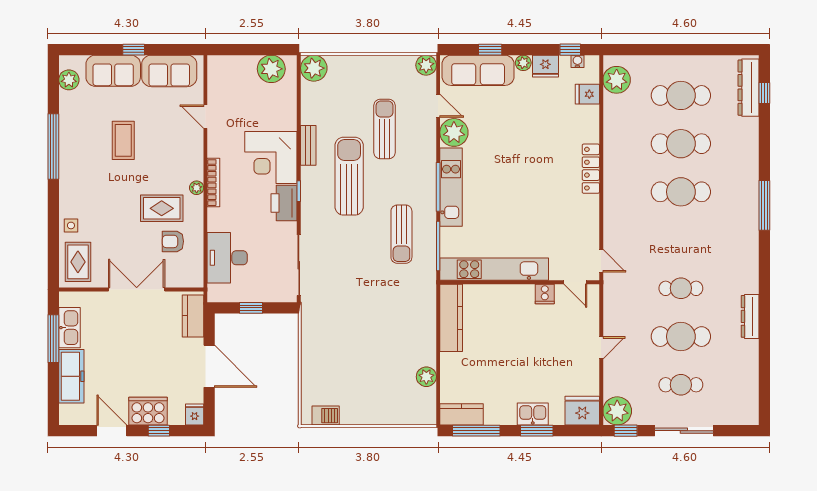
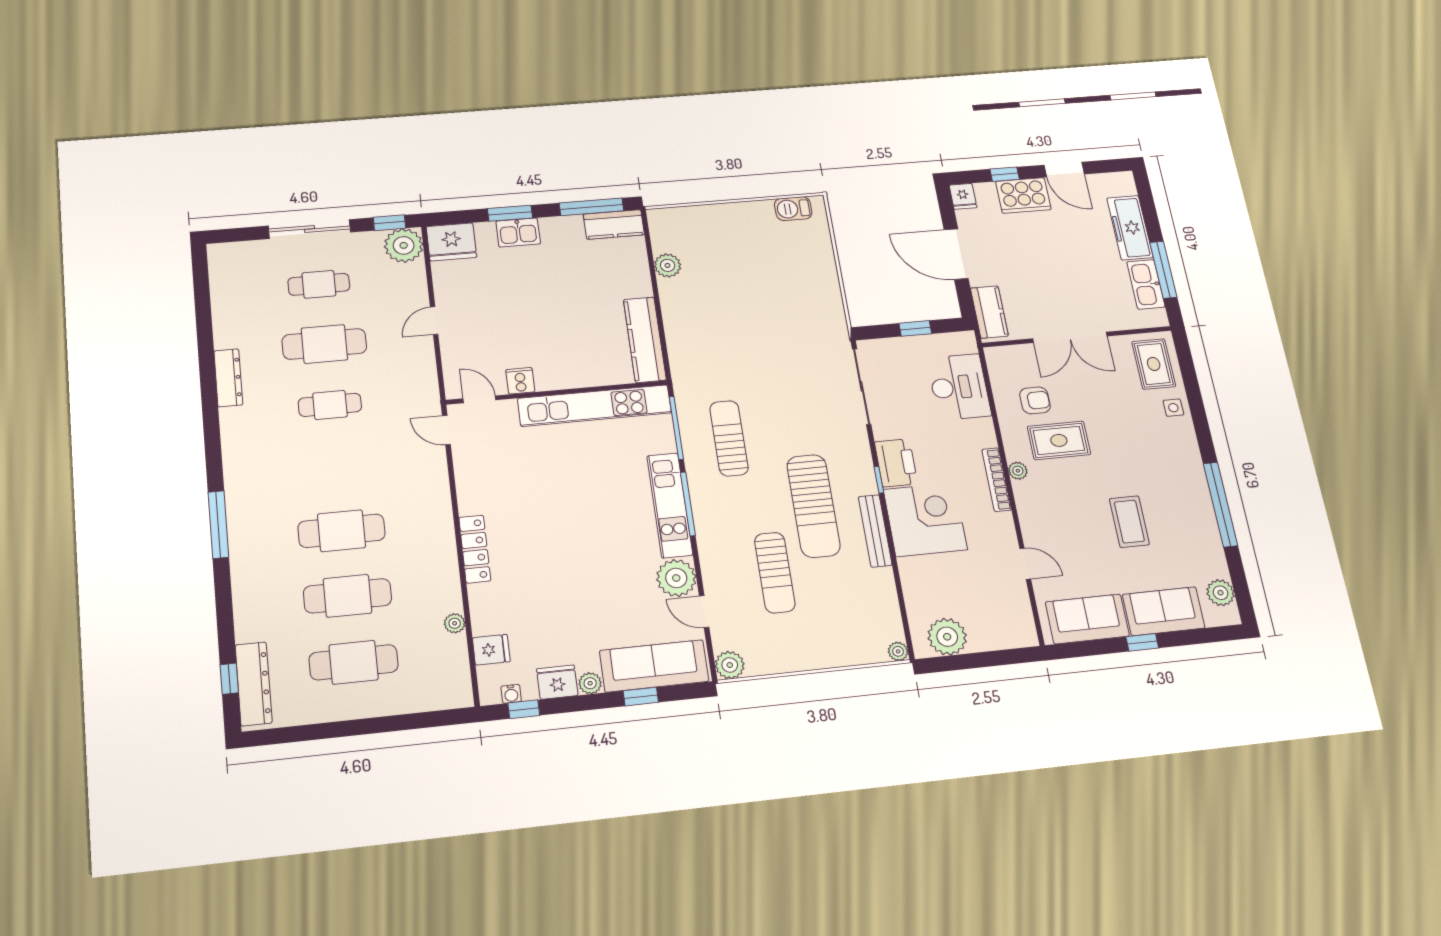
plant: (314, 68) -> (898, 651), width x0.53, depth x0.53
plant: (617, 80) -> (455, 623), moved, width x0.53, depth x0.53
bench: (308, 145) -> (875, 531), width x1.36

